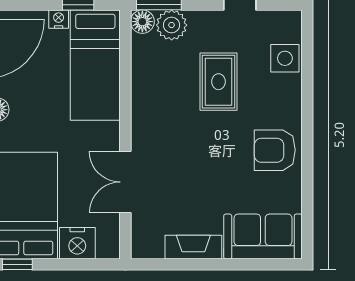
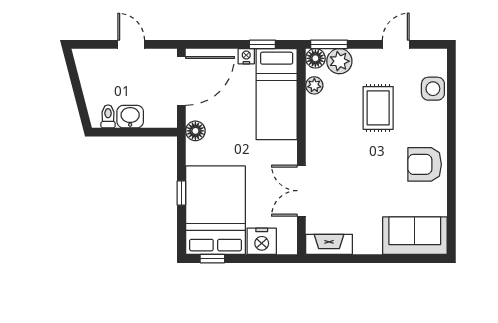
plant: (141, 54) -> (314, 85), added
fireplace: (193, 247) -> (329, 244), moved

